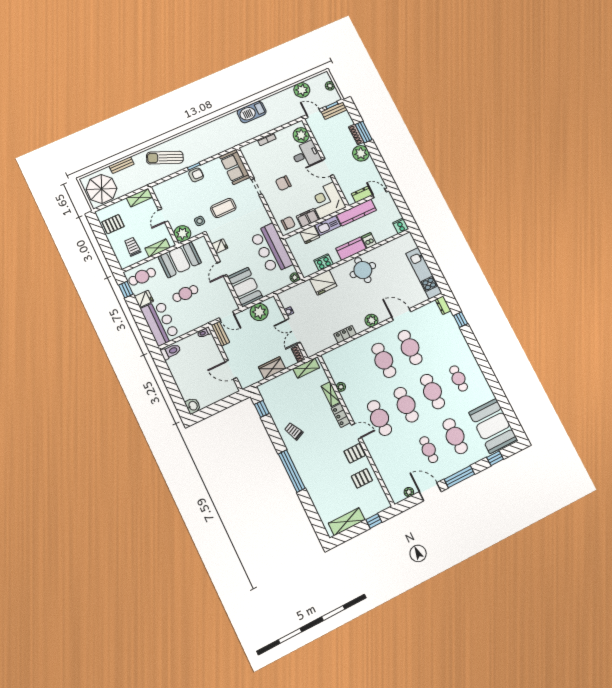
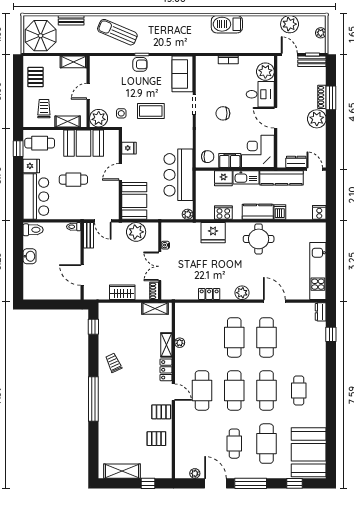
pallet: (113, 224) -> (35, 77), turned 90
washbasin: (193, 406) -> (30, 256), moved

